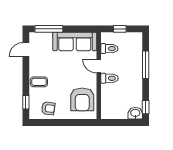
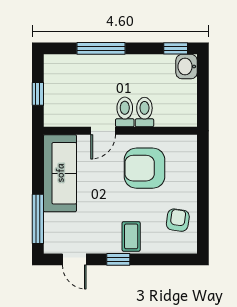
toilet: (109, 49) -> (144, 112), moved
armchair: (82, 99) -> (144, 168), moved, turned 180
window: (26, 102) -> (118, 259), moved

